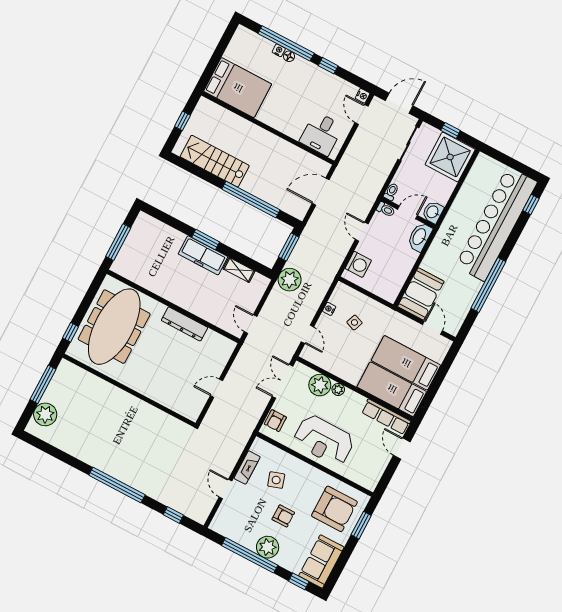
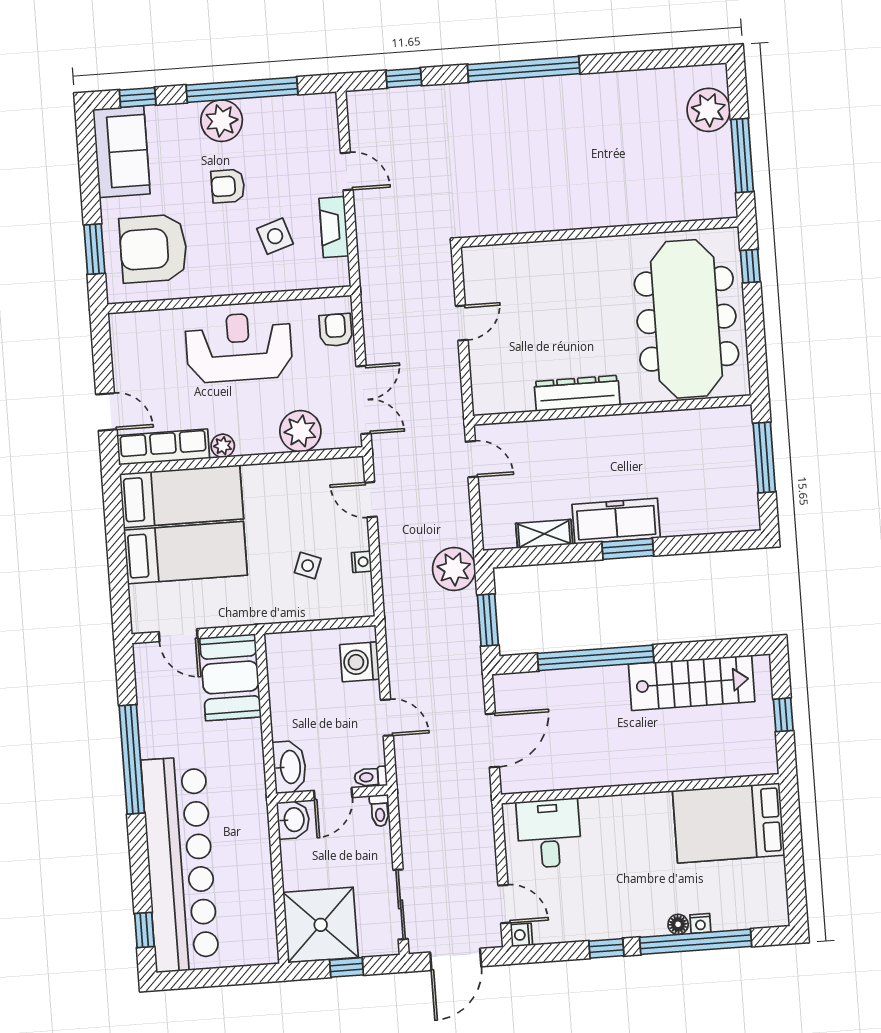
plant: (338, 389) -> (223, 446), moved

